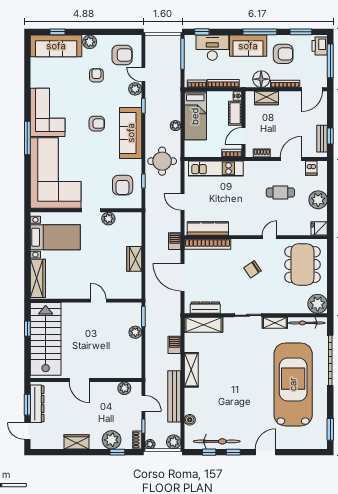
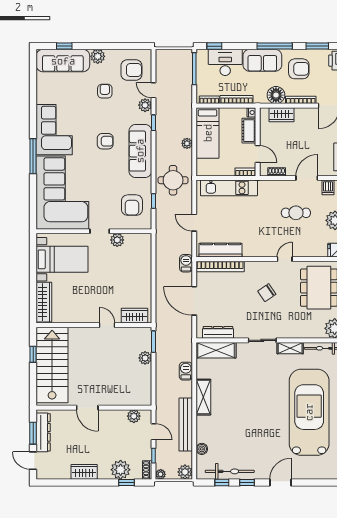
door: (244, 136) -> (258, 154), swing flipped
wardrobe: (134, 259) -> (134, 316), moved, turned 90

